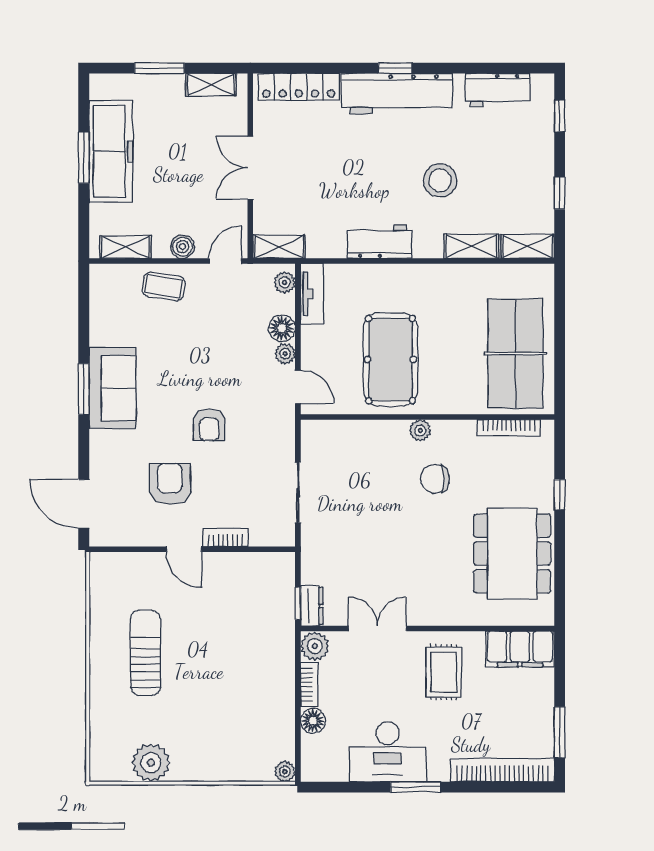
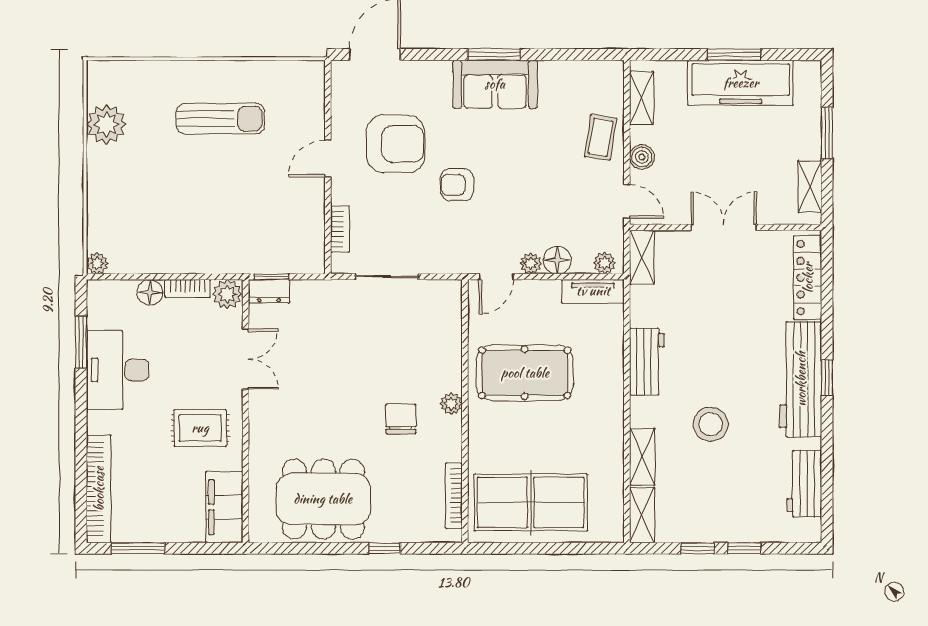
window: (560, 116) -> (744, 548), moved
armchair: (170, 484) -> (396, 144), width x1.36, depth x1.36
bookcase: (225, 538) -> (340, 229), moved
window: (416, 787) -> (81, 342), moved

